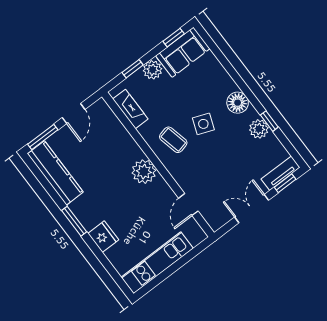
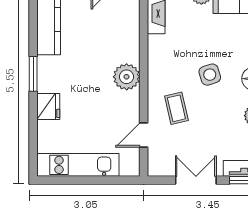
side table: (203, 124) -> (210, 75), turned -38
coffee table: (173, 140) -> (176, 108), moved

